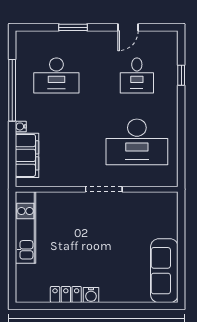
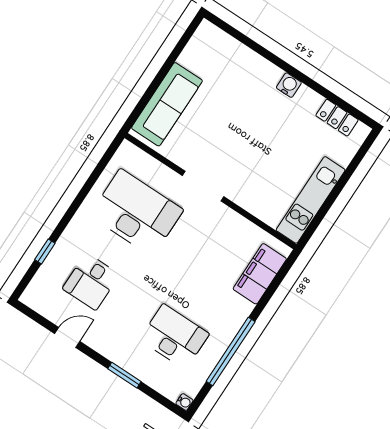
desk: (137, 75) -> (91, 282), turned 180
water cooler: (21, 126) -> (184, 402), moved
sofa: (164, 271) -> (167, 104), moved
locker: (66, 295) -> (337, 118), moved

